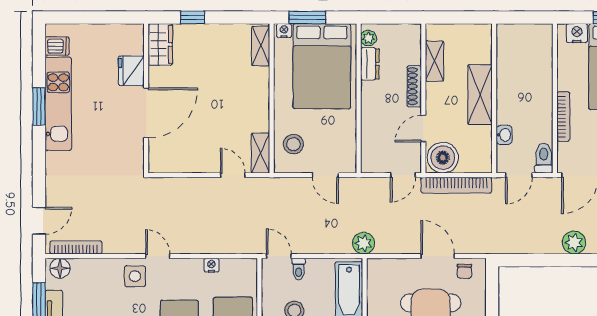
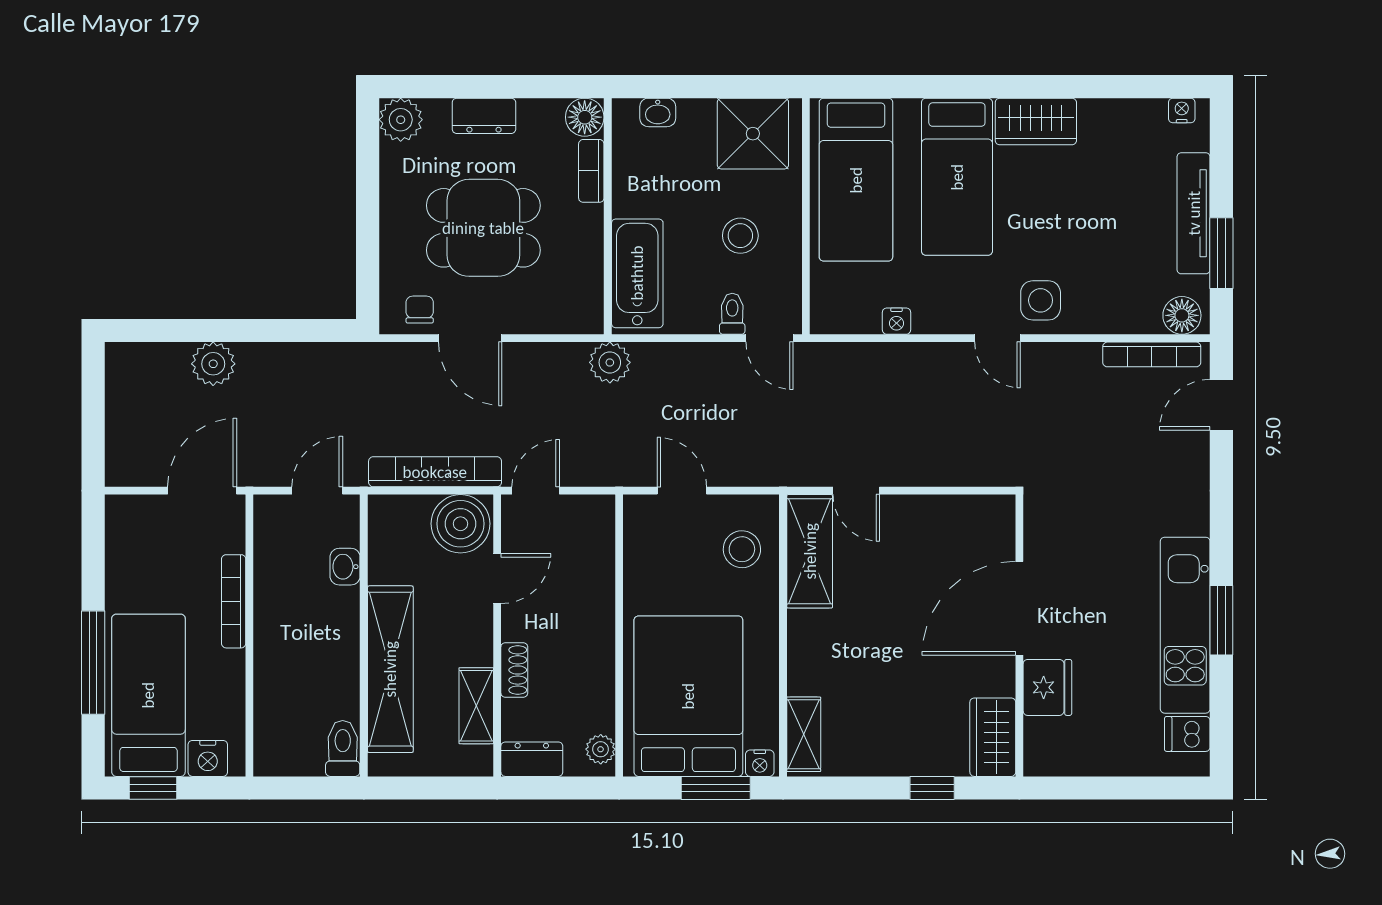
dresser: (370, 64) -> (532, 759), moved, turned 90
shoe rack: (414, 86) -> (514, 670), width x0.70
shelving: (480, 95) -> (390, 669), width x1.47
shelving: (261, 153) -> (810, 551), width x1.50, depth x1.33
toilet: (544, 158) -> (343, 748), moved, turned 180

